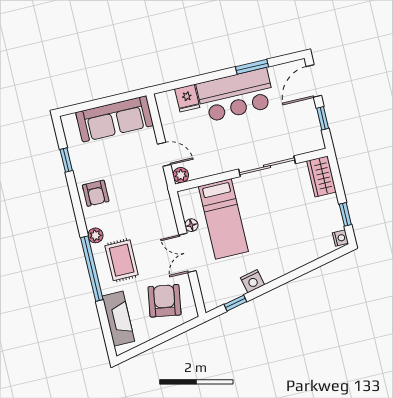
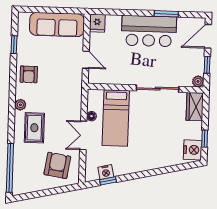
fridge: (187, 98) -> (97, 23), moved
plant: (181, 175) -> (198, 81), moved
nightstand: (340, 238) -> (193, 150), width x1.89, depth x1.79
window: (92, 269) -> (10, 168), moved
nightstand: (252, 281) -> (106, 172), moved
fireplace: (118, 319) -> (21, 169), removed

